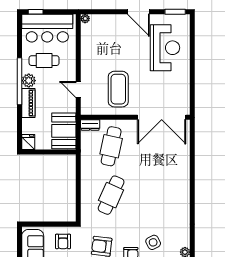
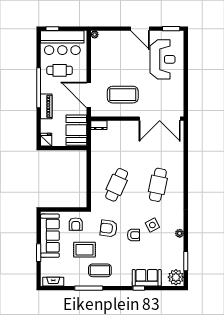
plant: (29, 81) -> (47, 87), removed
coffee table: (118, 89) -> (123, 95), turned 90
door: (78, 90) -> (89, 95), width x1.88
cafe table: (111, 146) -> (158, 185), moved

